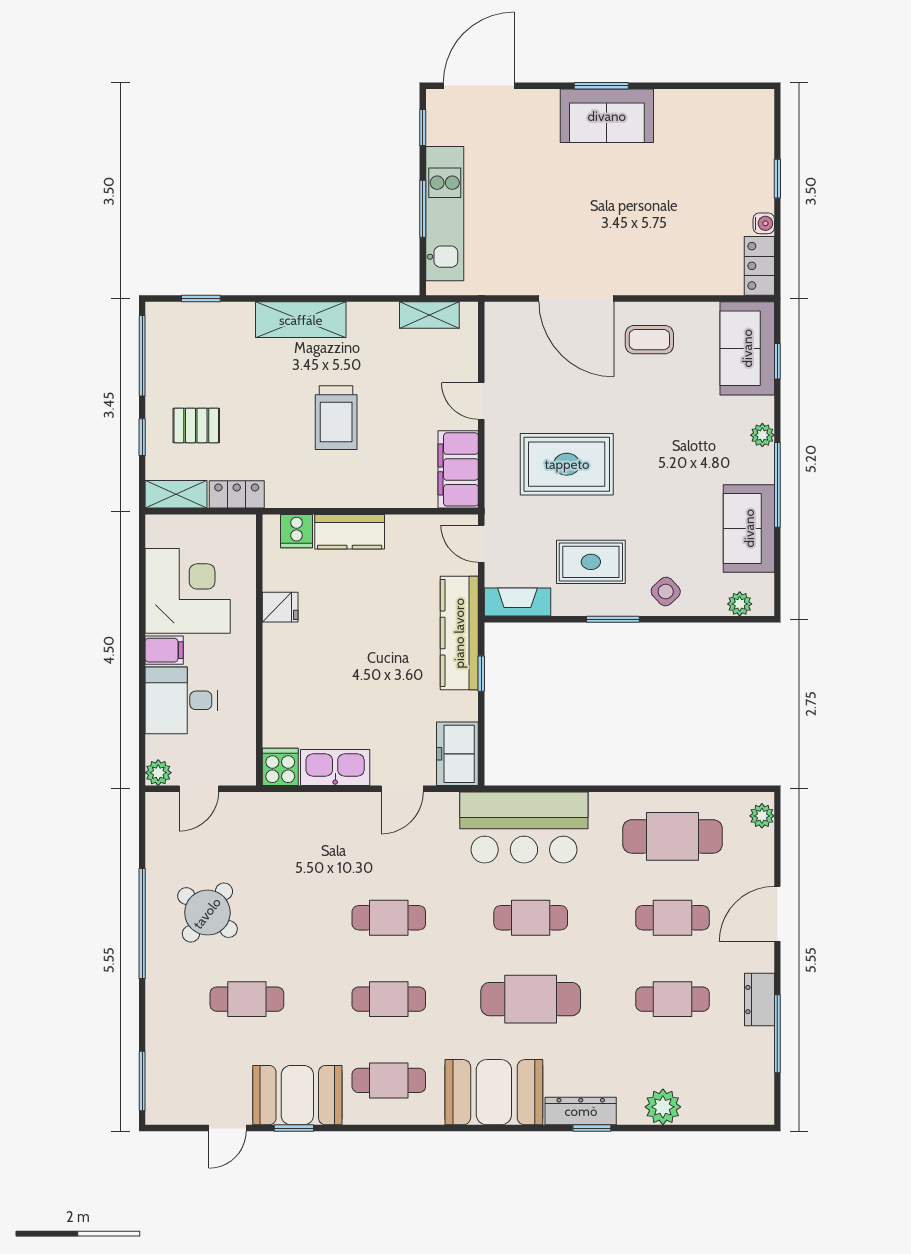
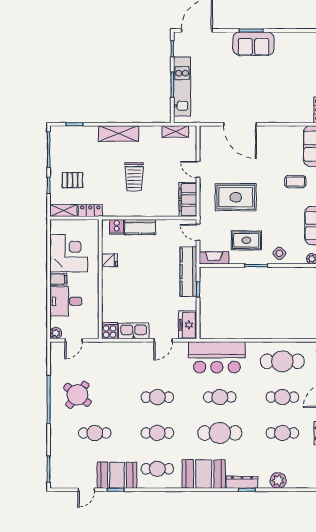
coffee table: (649, 340) -> (295, 182), moved

